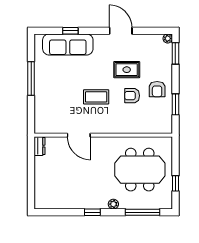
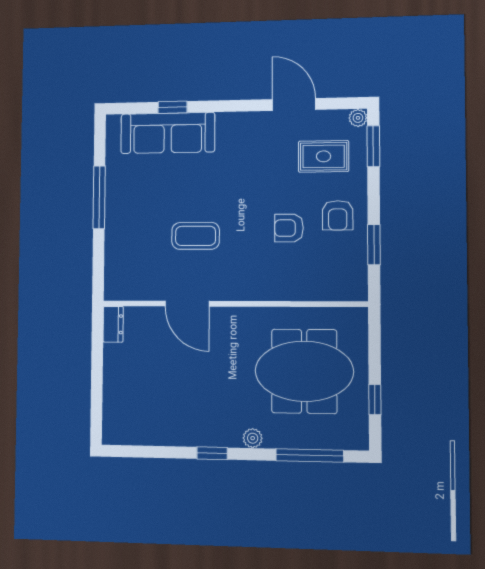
door: (121, 31) -> (294, 105), moved
rug: (127, 70) -> (324, 156), moved
coffee table: (96, 97) -> (196, 236), moved

